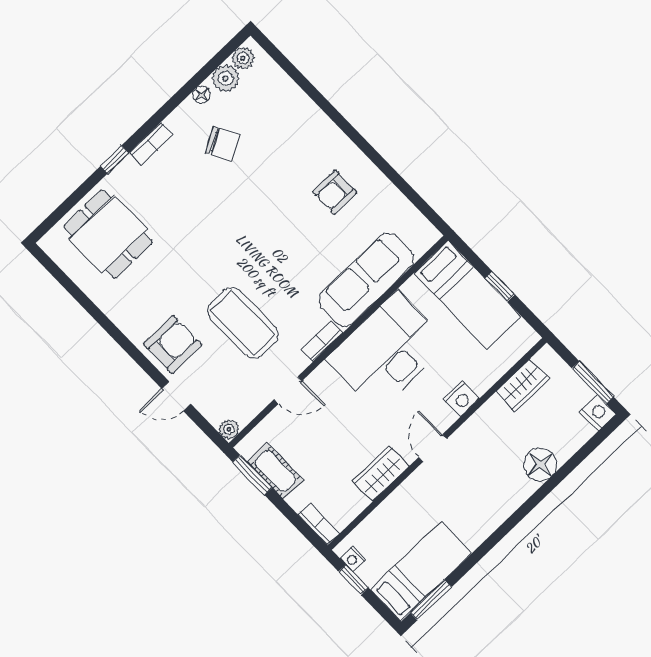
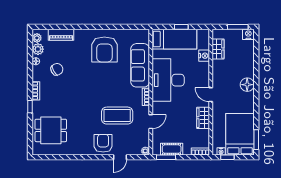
piano: (288, 94) -> (61, 35), added
armchair: (335, 192) -> (104, 49), width x1.88, depth x1.88
nightstand: (461, 399) -> (204, 56), moved
floor lamp: (540, 464) -> (247, 85), moved
bed: (421, 571) -> (240, 134), width x1.50

